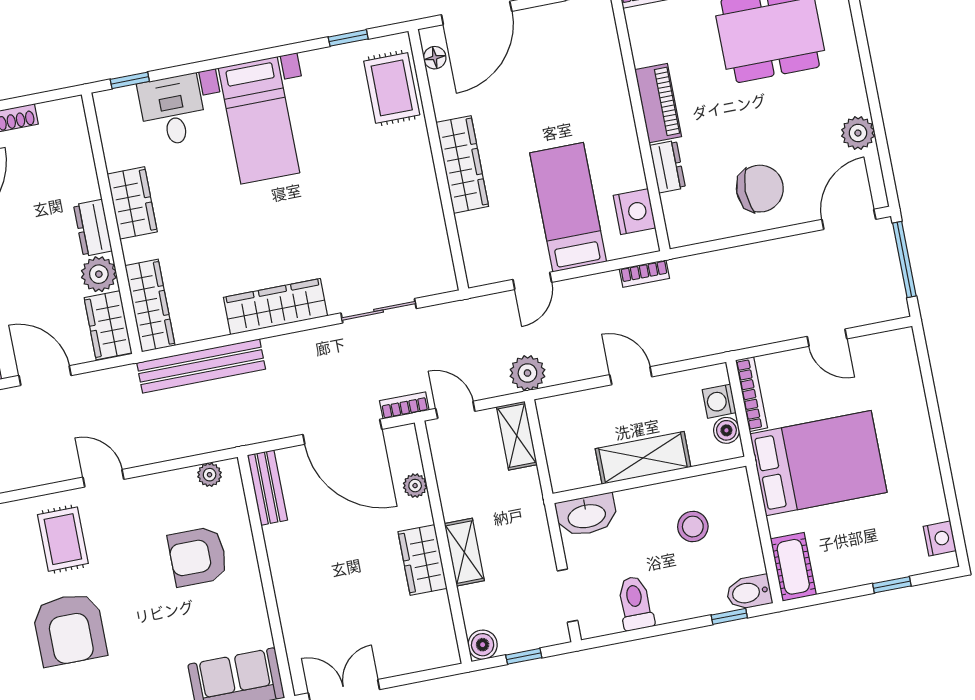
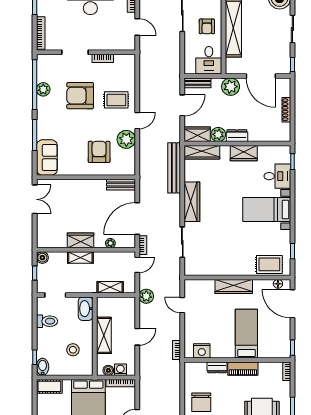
bed: (568, 207) -> (246, 334), moved, turned -90
shelving: (517, 436) -> (110, 287), moved
plant: (210, 475) -> (126, 139), moved, width x1.88, depth x1.88

